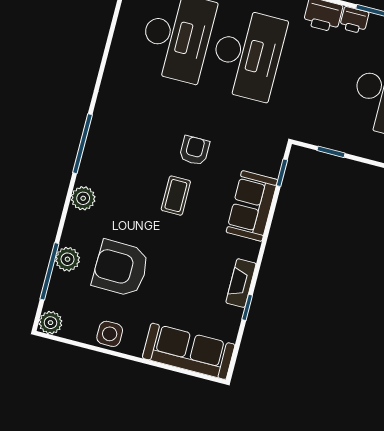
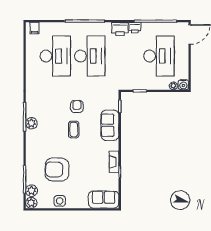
plant: (83, 198) -> (31, 123), moved
plant: (68, 259) -> (31, 191), moved
sofa: (189, 351) -> (104, 200), width x0.73

